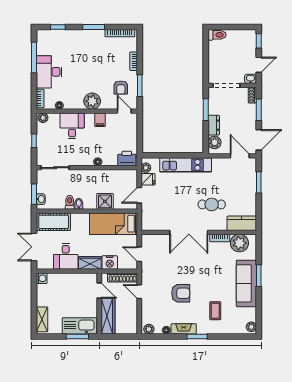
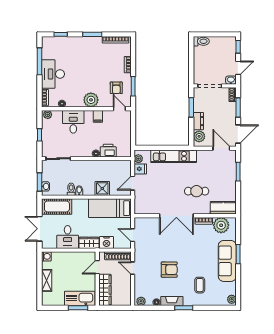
printer: (127, 159) -> (108, 151), moved
door: (99, 291) -> (97, 267), swing flipped
shelving: (42, 319) -> (47, 280), moved

